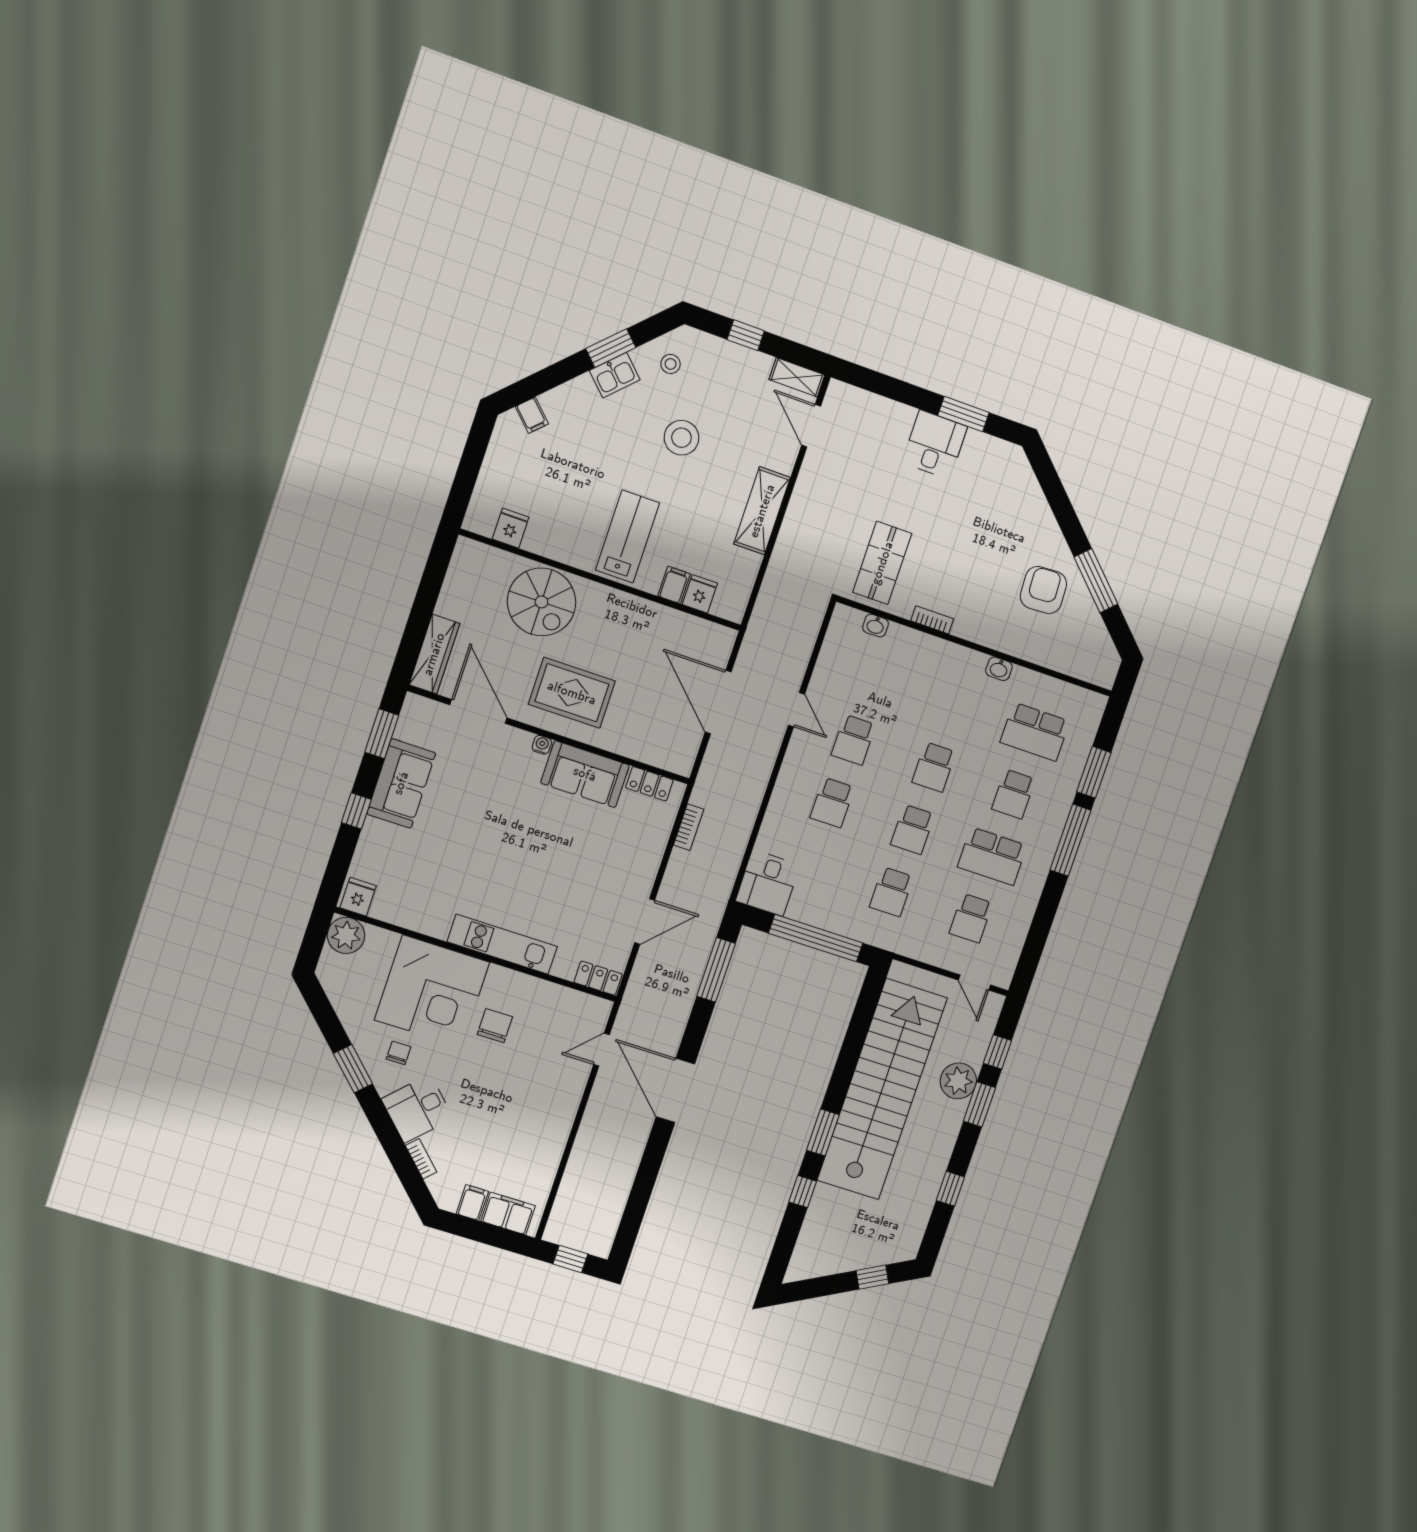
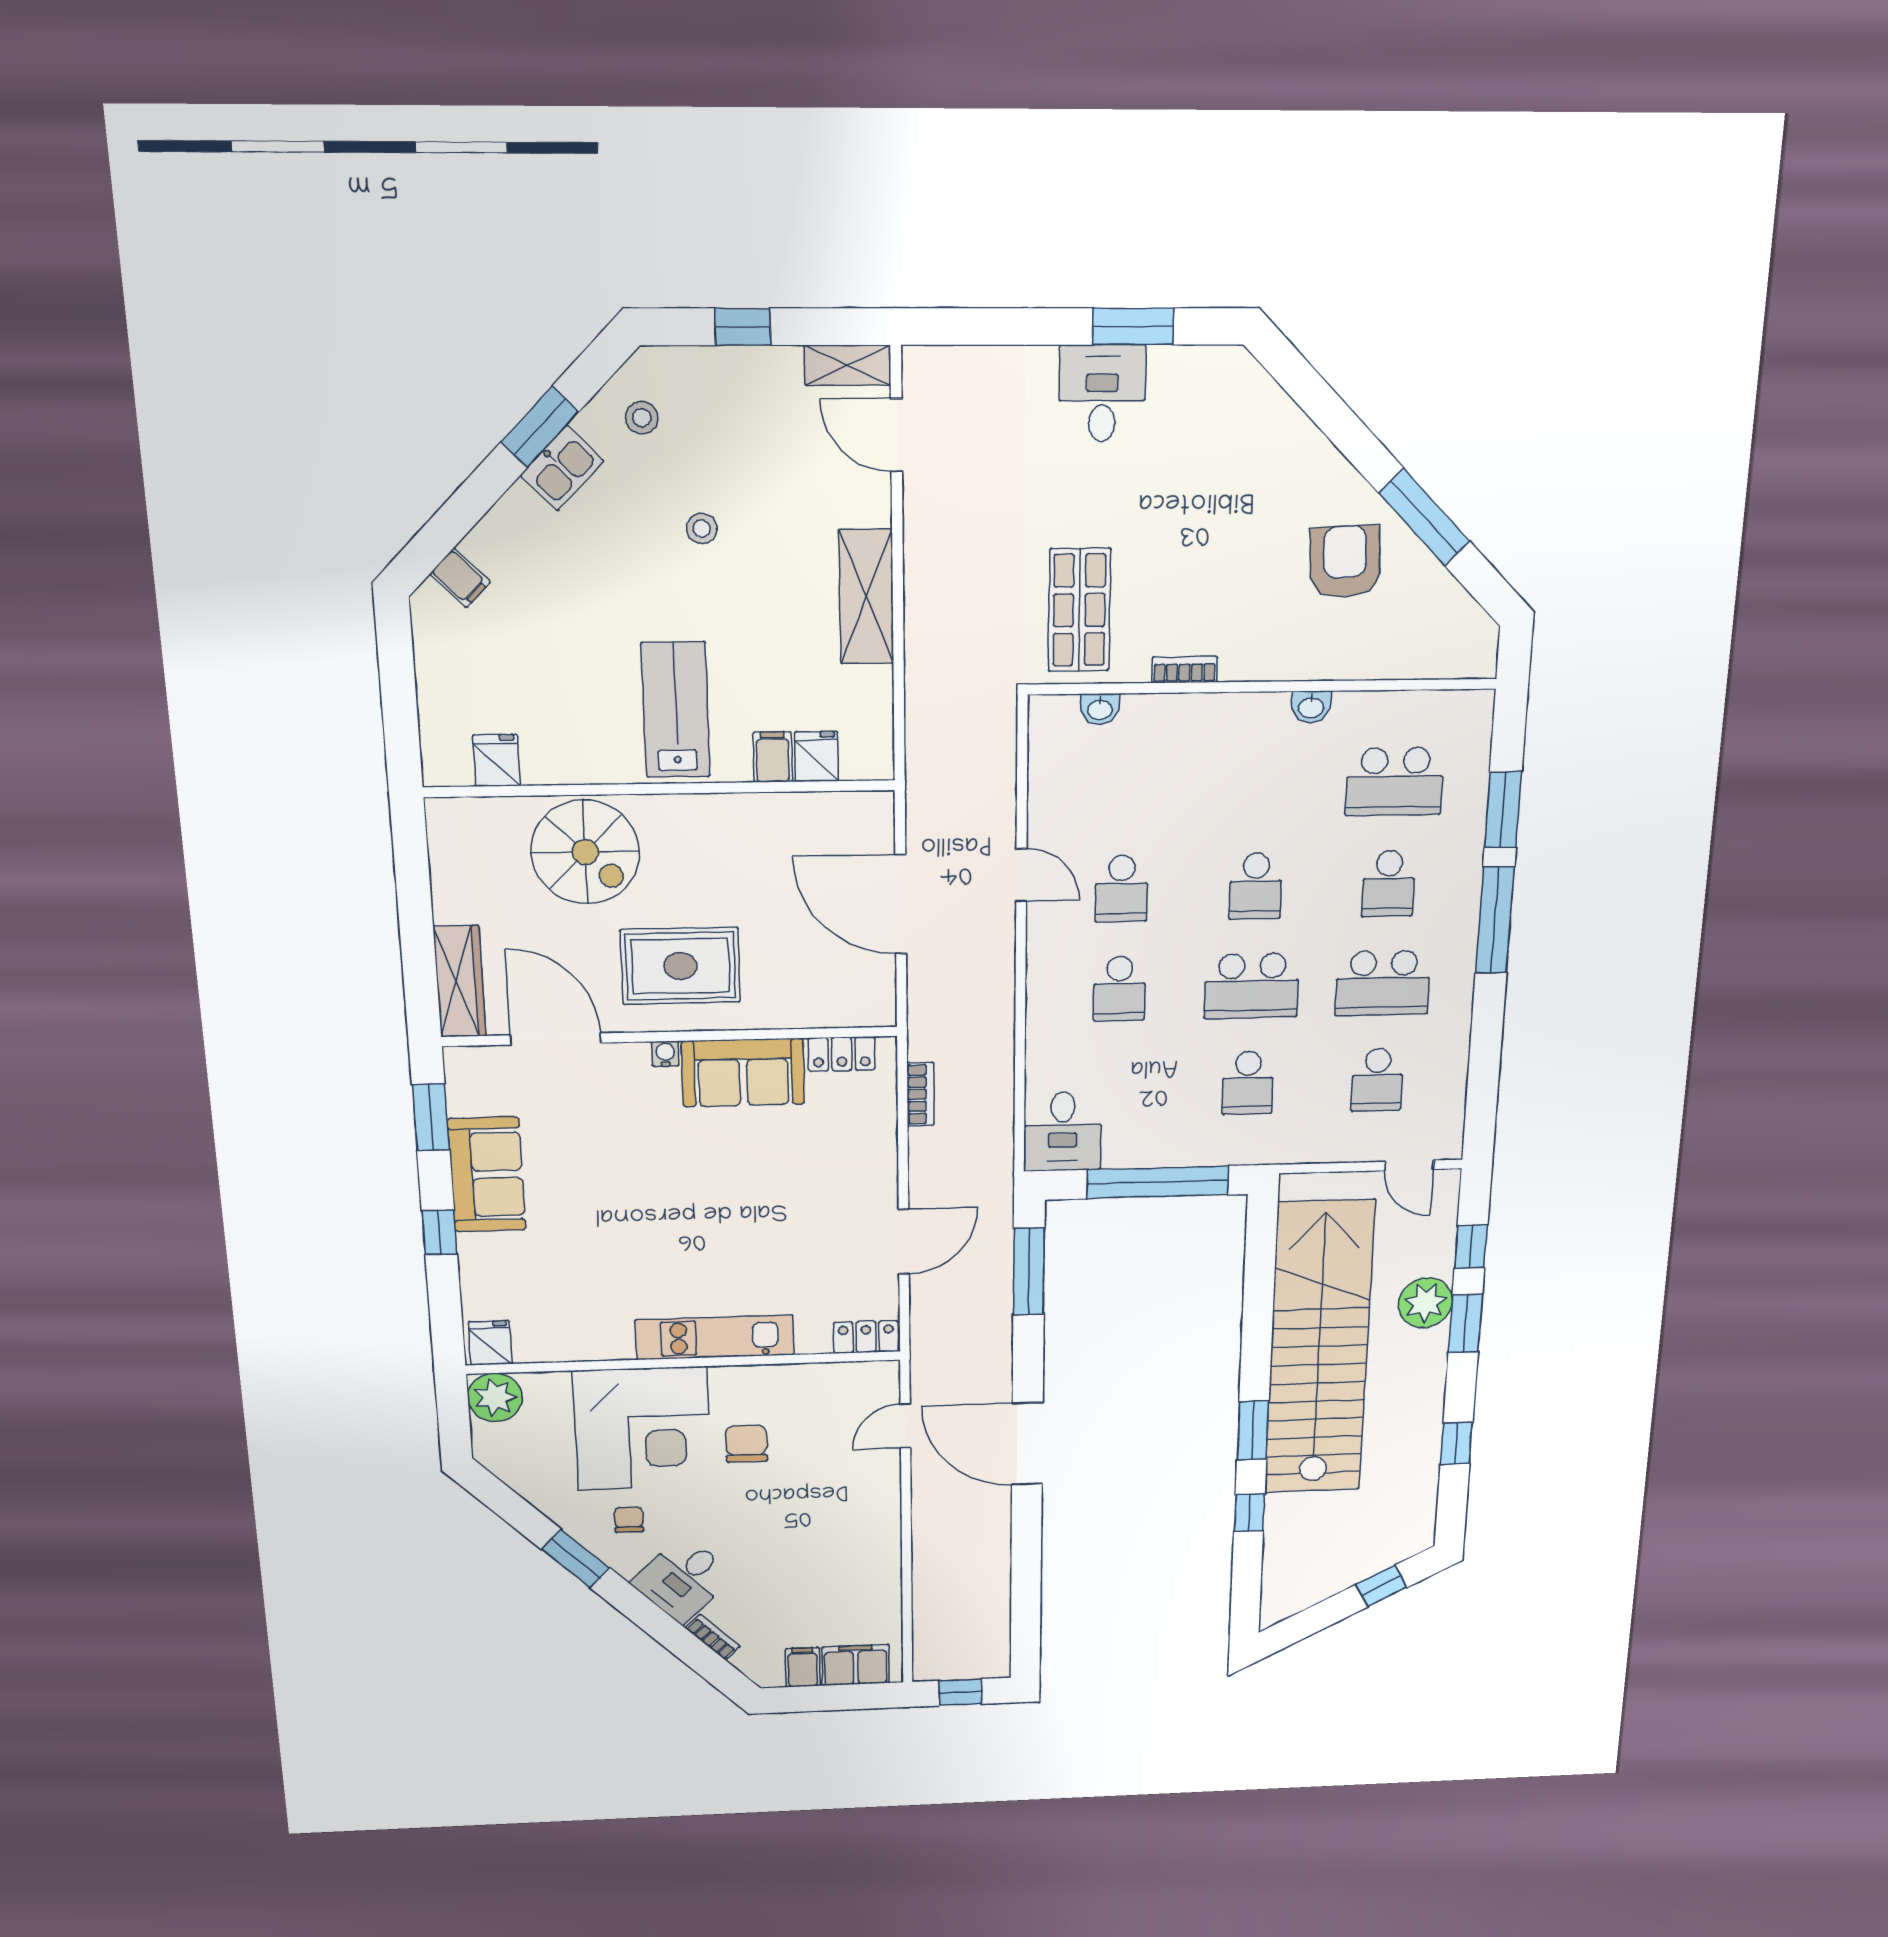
stool: (682, 438) -> (702, 528), width x0.53, depth x0.53
school desk: (913, 829) -> (1252, 986), width x1.85

